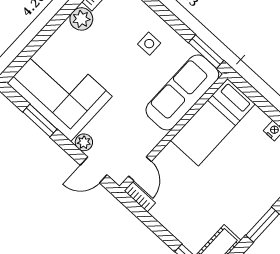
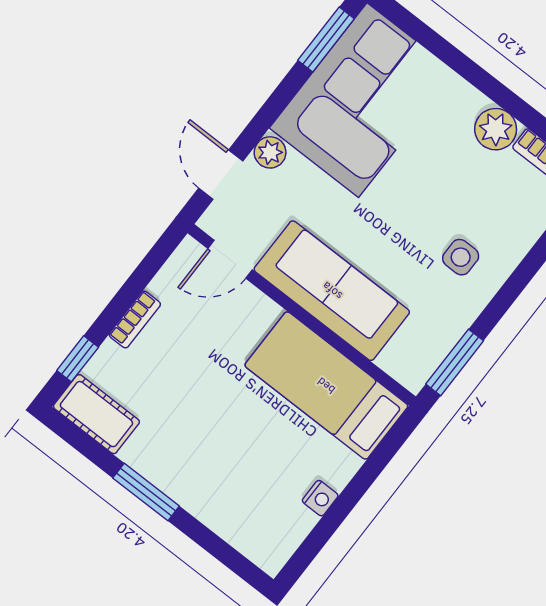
sofa: (182, 92) -> (332, 291), moved
window: (40, 120) -> (326, 40), moved
bookcase: (140, 197) -> (135, 319), moved

